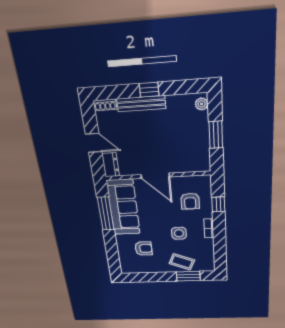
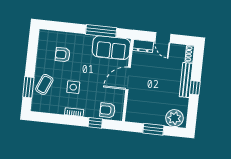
plant: (202, 104) -> (174, 118), width x1.87, depth x1.87
door: (94, 143) -> (163, 38), hinge flipped
armchair: (190, 201) -> (107, 110), moved
sofa: (123, 207) -> (111, 48), width x0.73
armchair: (144, 248) -> (63, 55), turned 90

